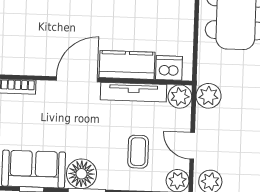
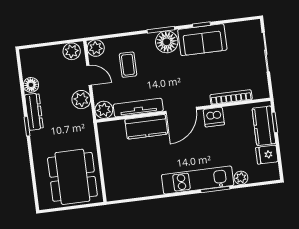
dishwasher: (169, 68) -> (214, 117), moved
plant: (209, 96) -> (81, 100), moved

